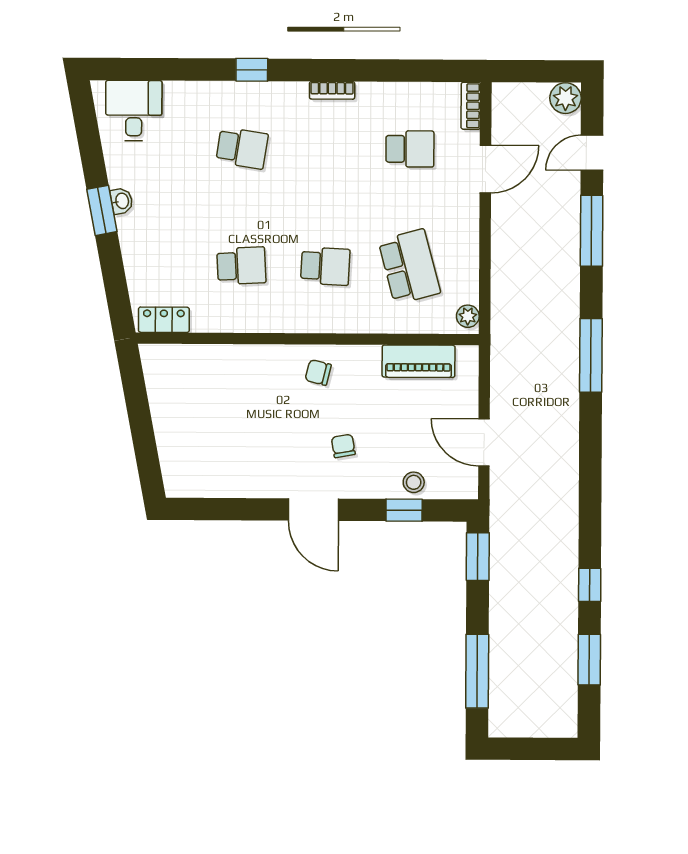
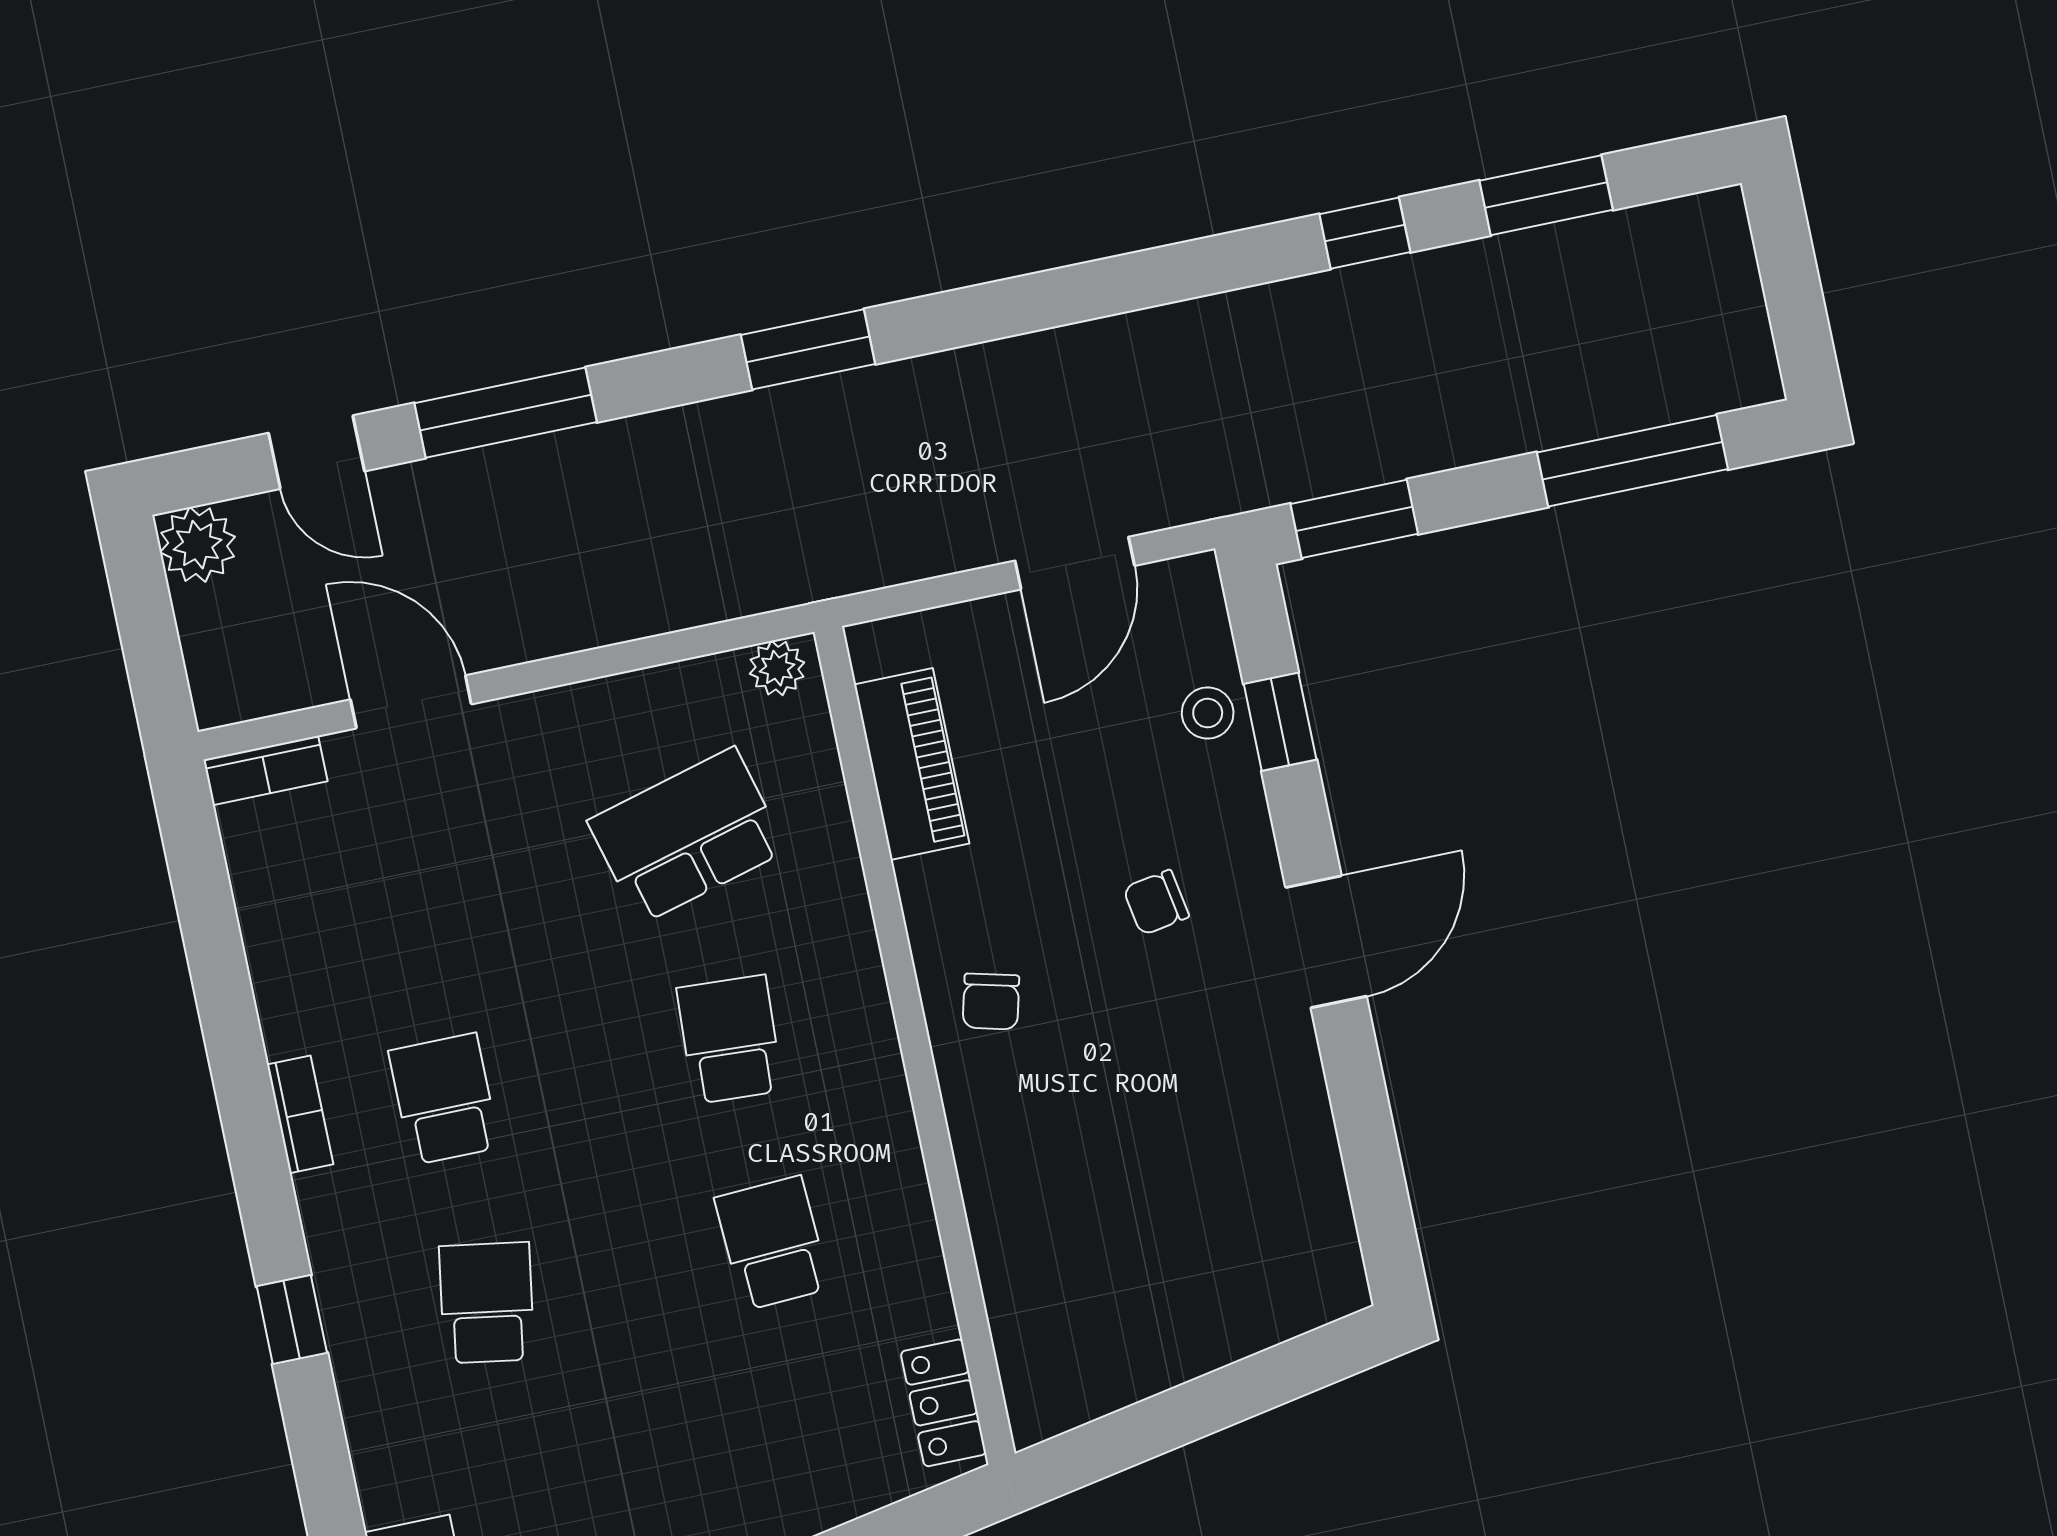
school desk: (410, 149) -> (444, 1099), moved
window: (591, 355) -> (808, 349), width x0.69

